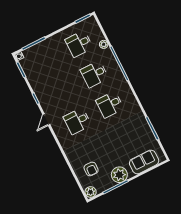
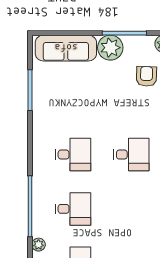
sofa: (144, 162) -> (66, 48), width x1.36

